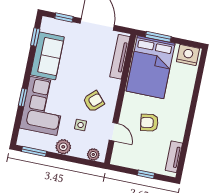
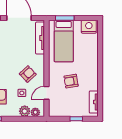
bed: (150, 67) -> (64, 41), width x0.67
door: (113, 132) -> (47, 93), swing flipped
plant: (63, 147) -> (25, 111), moved

